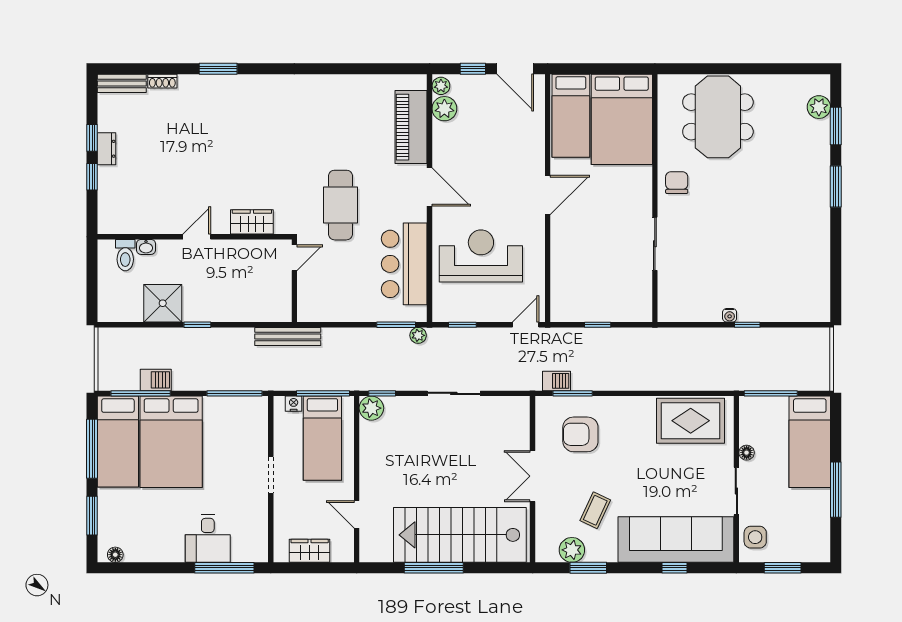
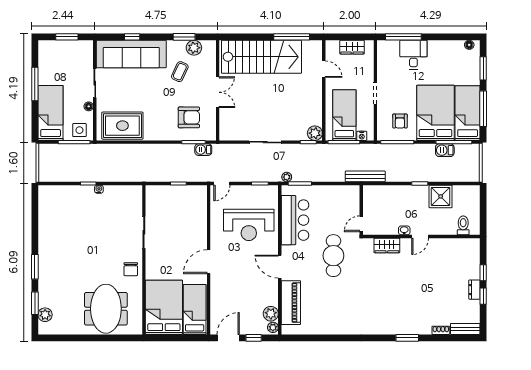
door: (515, 69) -> (228, 338), hinge flipped
washbasin: (146, 247) -> (404, 230), moved
armchair: (230, 428) -> (400, 121), added
side table: (755, 537) -> (79, 130), moved
window: (434, 568) -> (292, 37), moved

